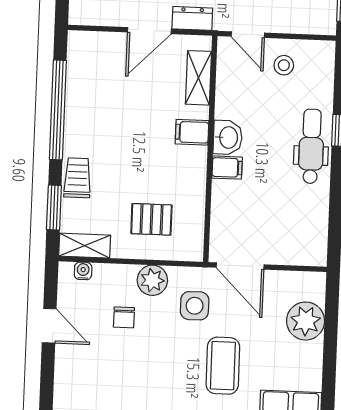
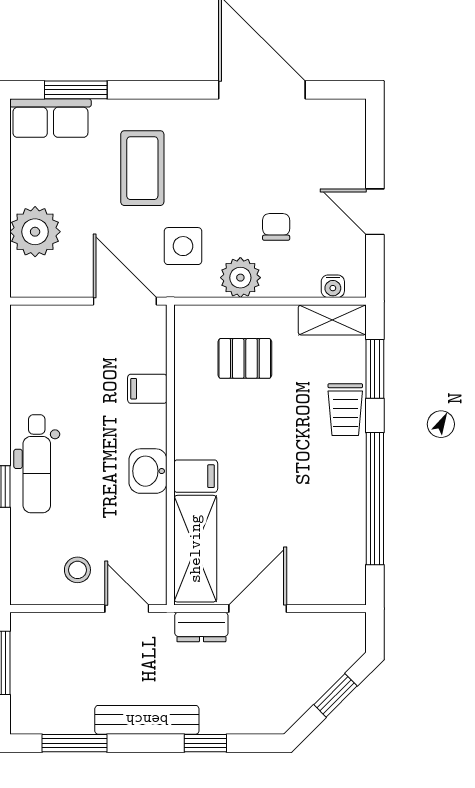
shelving: (199, 78) -> (195, 549), width x1.50, depth x1.33
filing cabinet: (227, 168) -> (147, 389), moved

